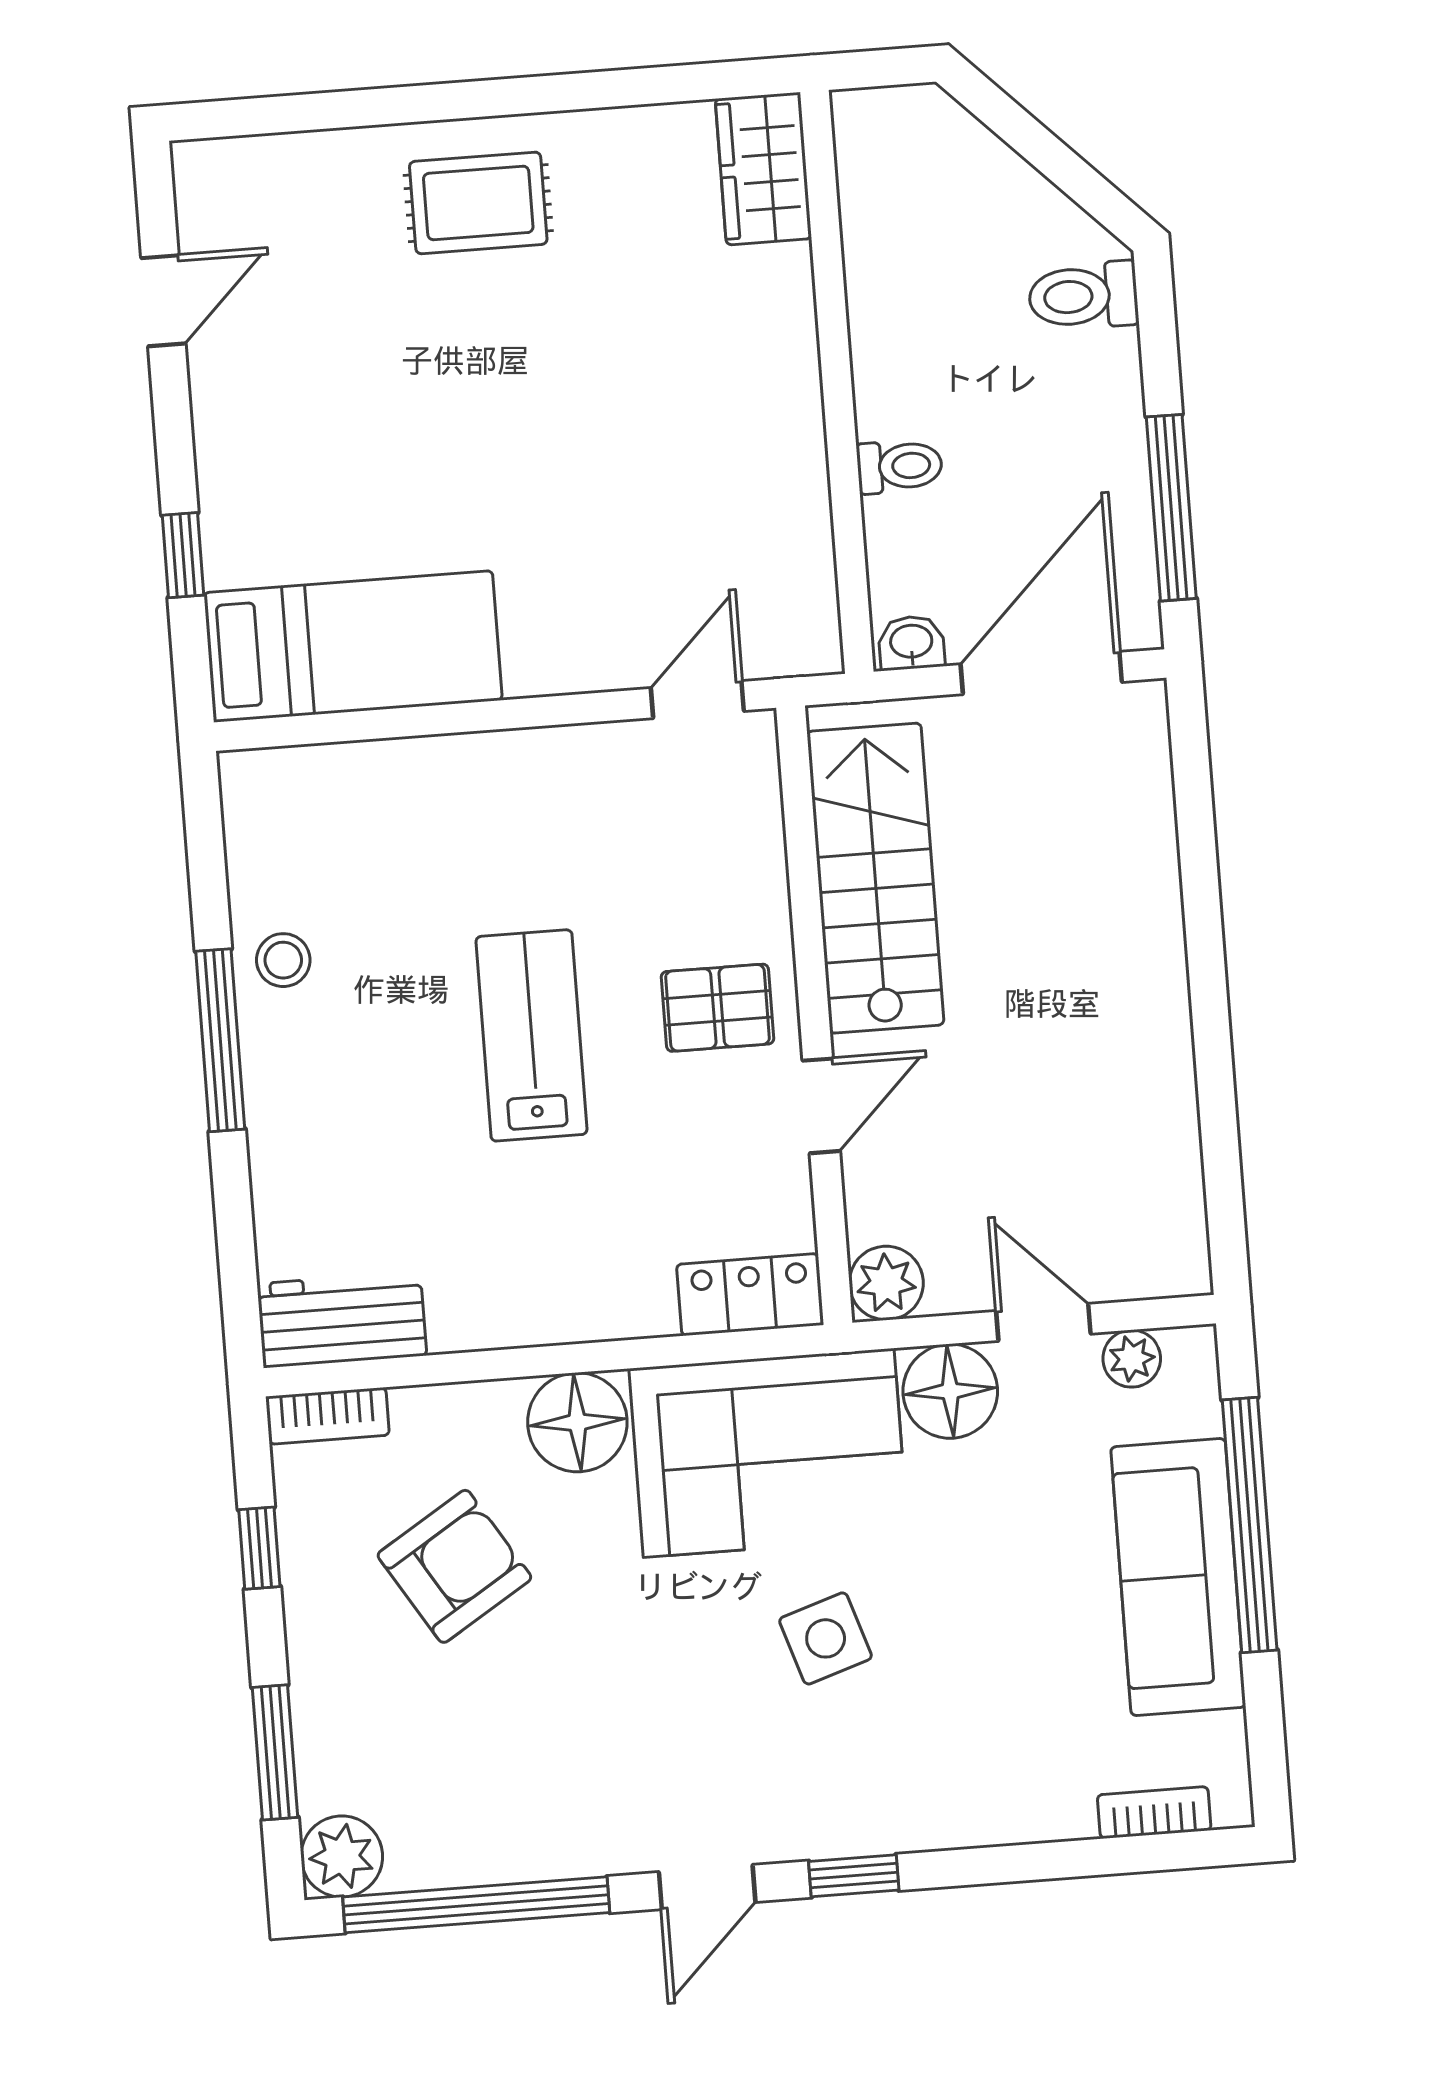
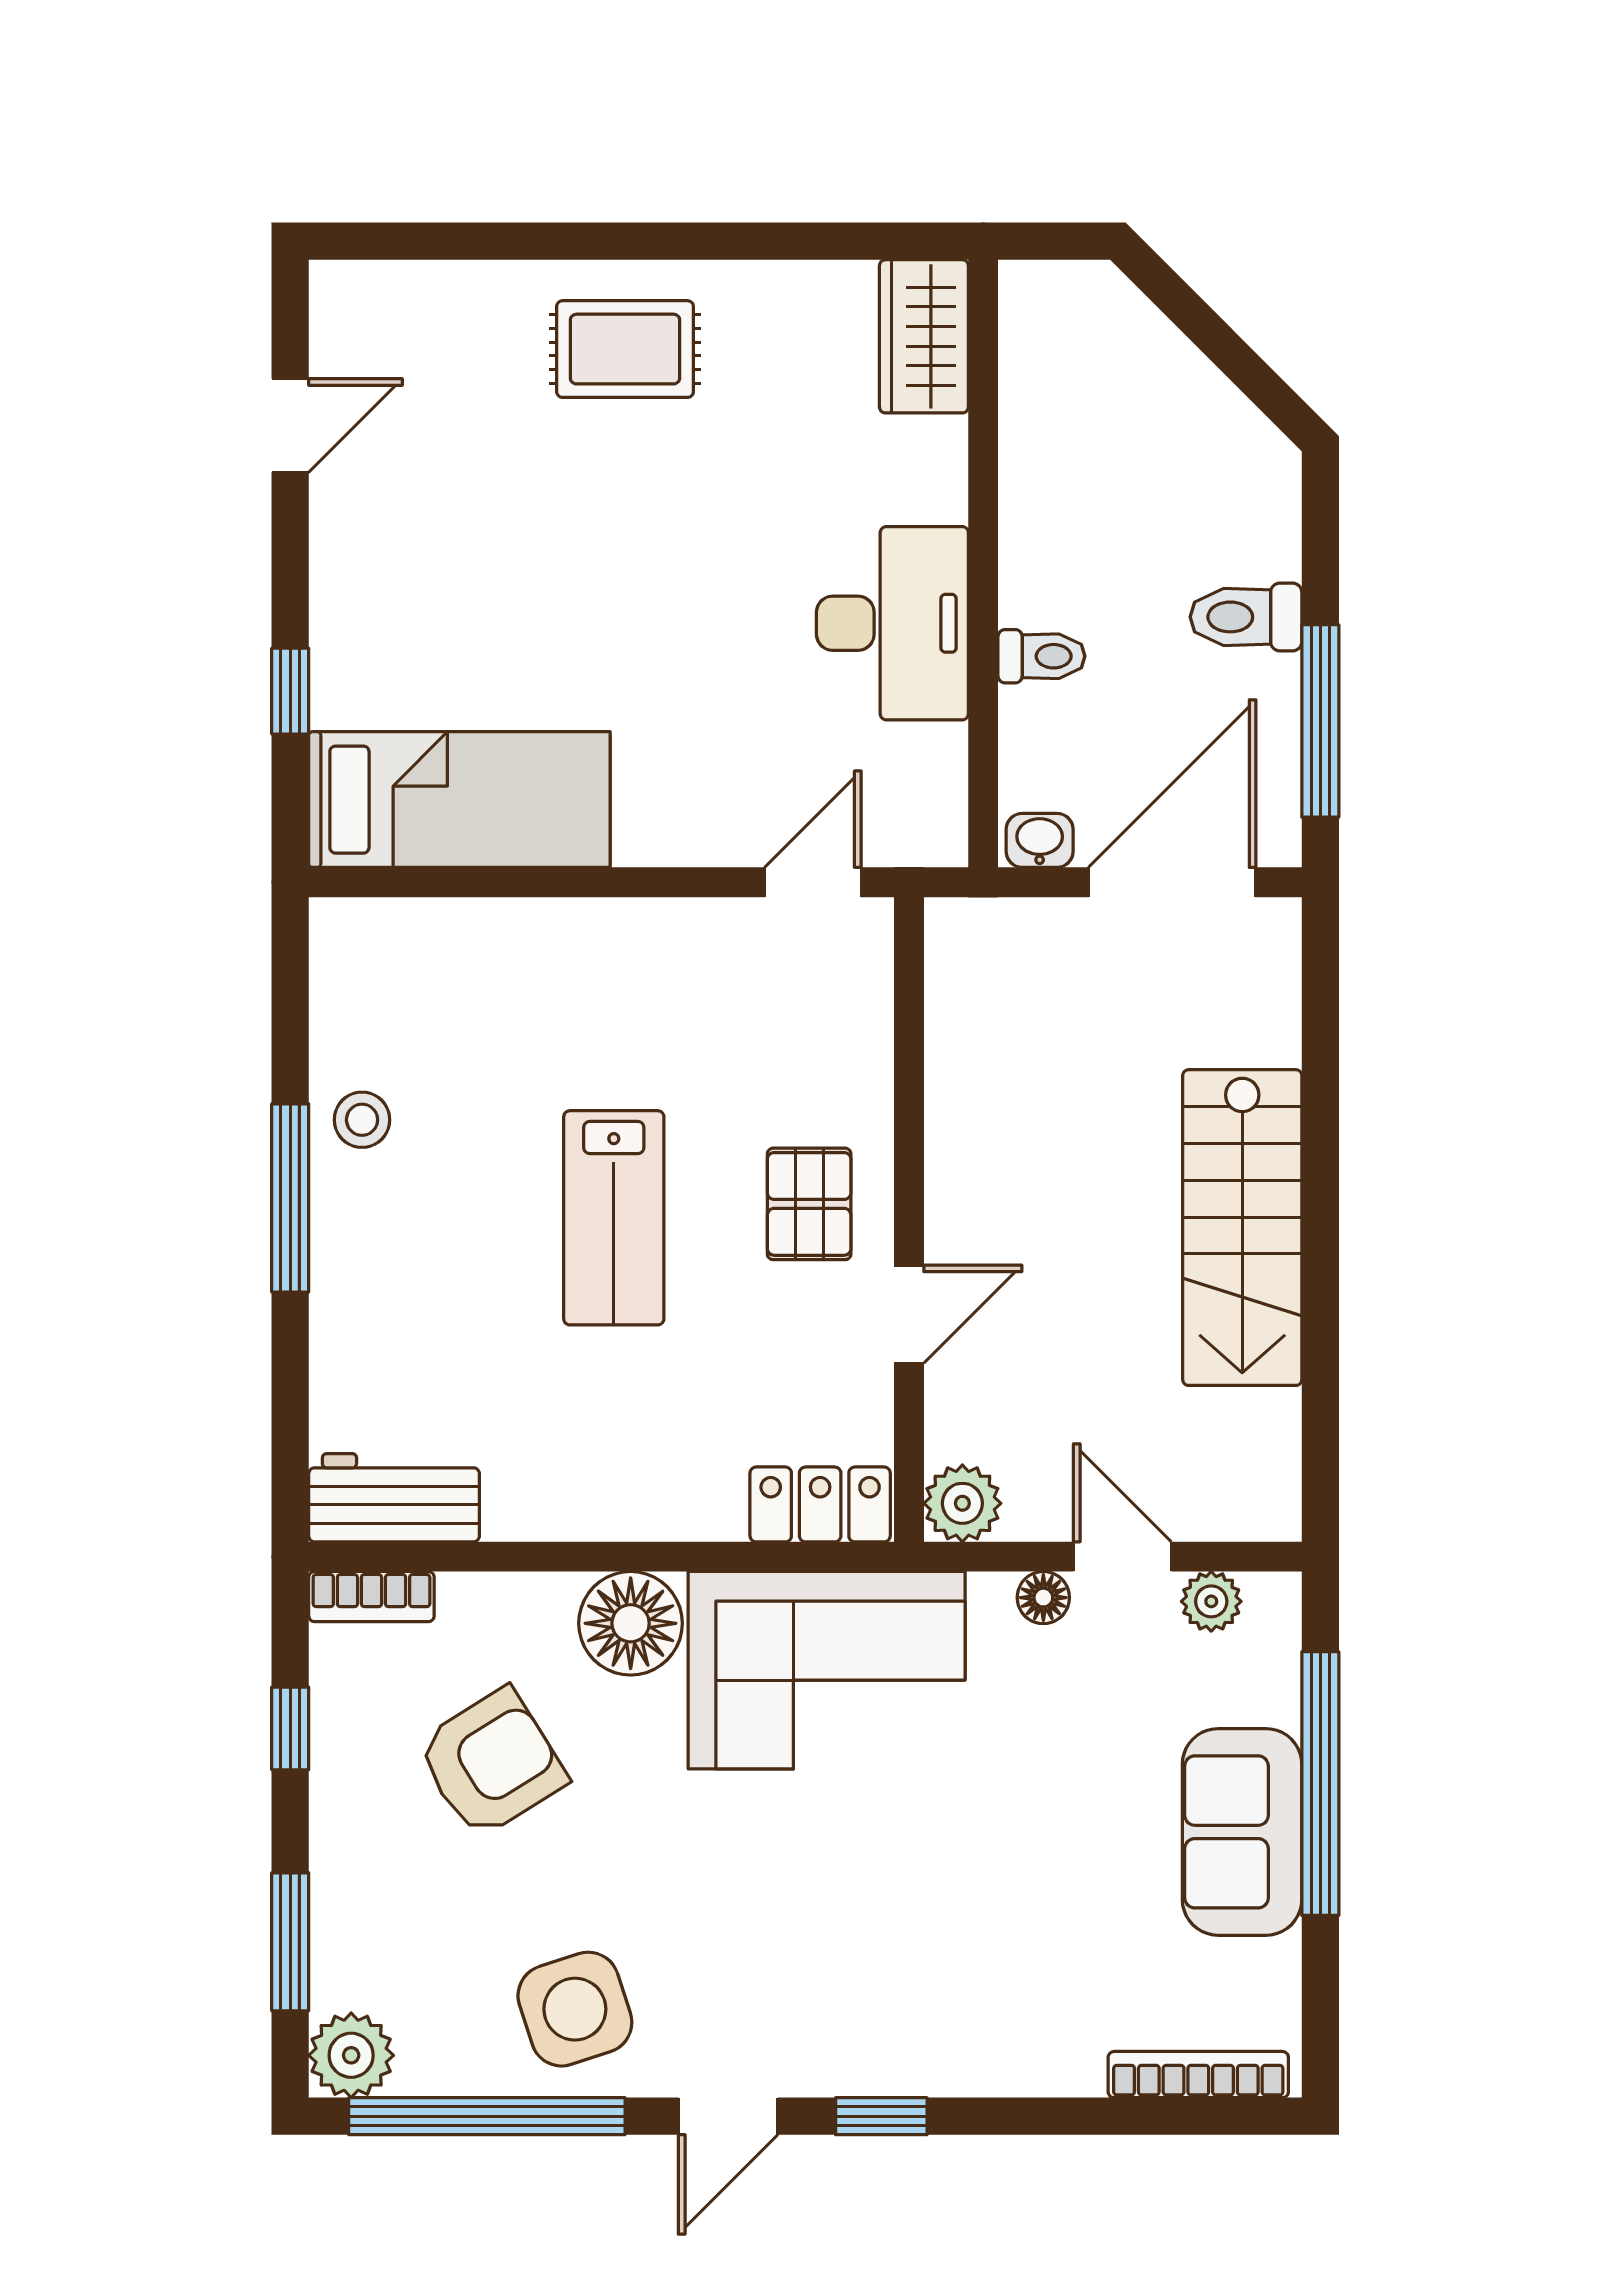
toilet: (1083, 296) -> (1246, 617), moved
desk: (754, 446) -> (892, 623), added
stairs: (875, 878) -> (1242, 1228), moved, turned 180
pallet: (717, 1008) -> (809, 1204), turned 90
lab bench: (531, 1035) -> (614, 1218), turned 180
floor lamp: (950, 1391) -> (1043, 1598), width x0.53, depth x0.53
sofa: (1178, 1577) -> (1242, 1832), width x0.73
side table: (826, 1638) -> (575, 2009), moved, width x1.37, depth x1.37
bookcase: (1154, 1813) -> (1198, 2075), width x1.56

